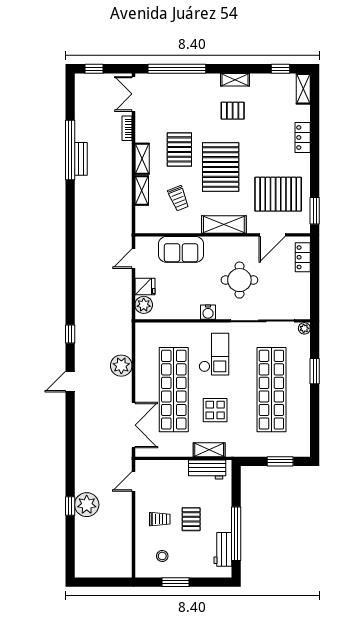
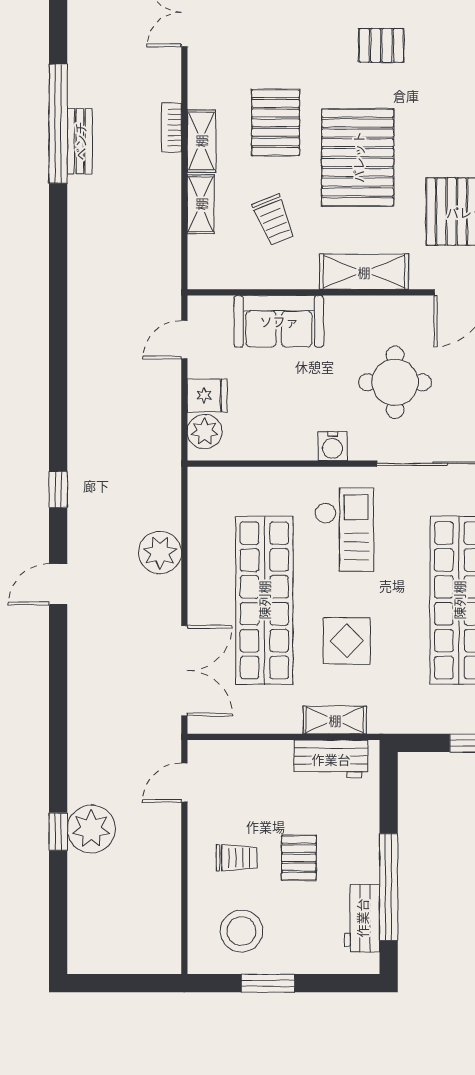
bookcase: (127, 128) -> (171, 128), moved
stool: (162, 556) -> (241, 931), width x1.89, depth x1.89

